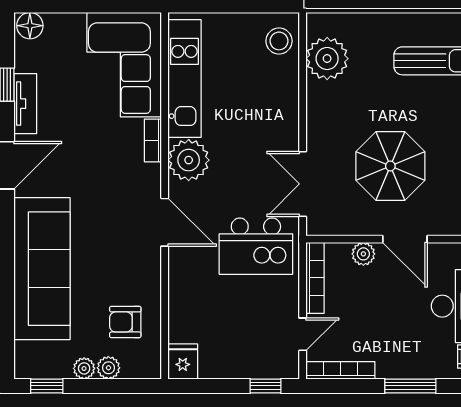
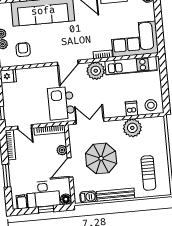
plant: (327, 59) -> (132, 128), moved
dishwasher: (283, 86) -> (131, 109), added

